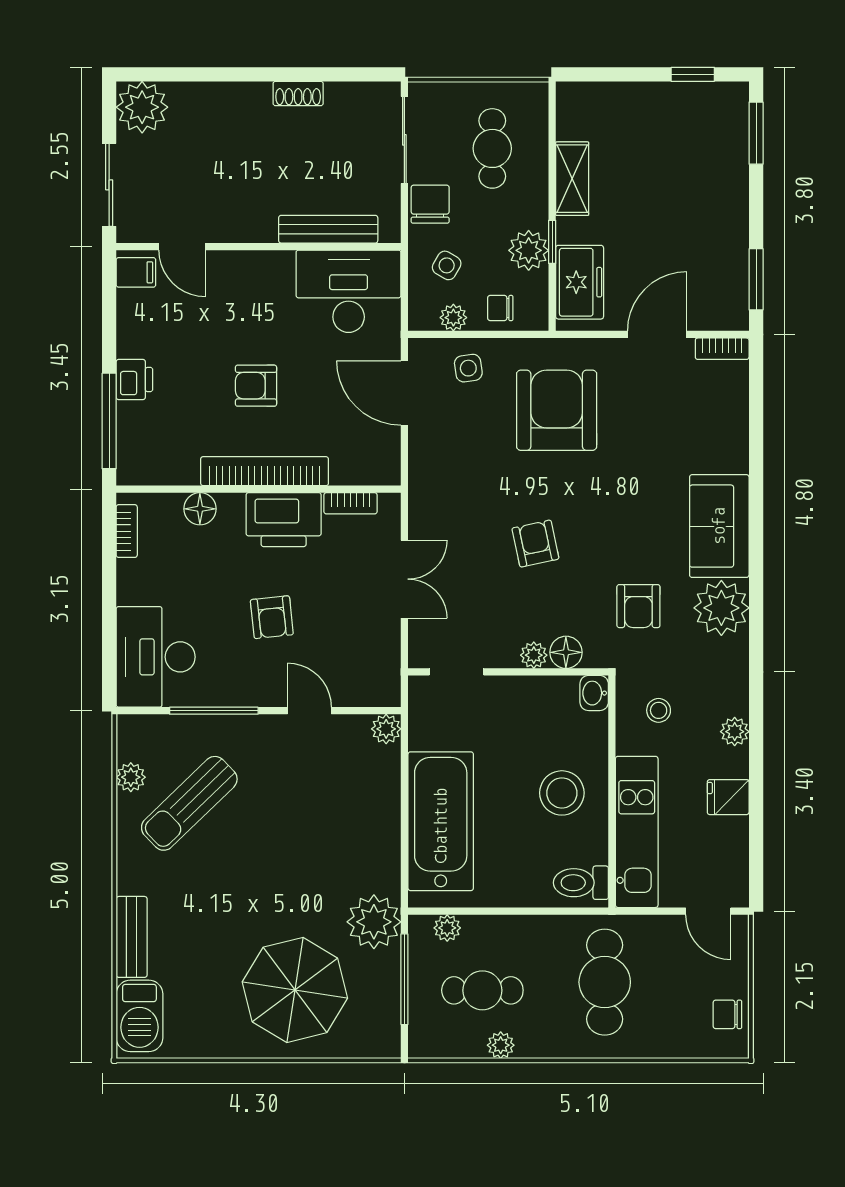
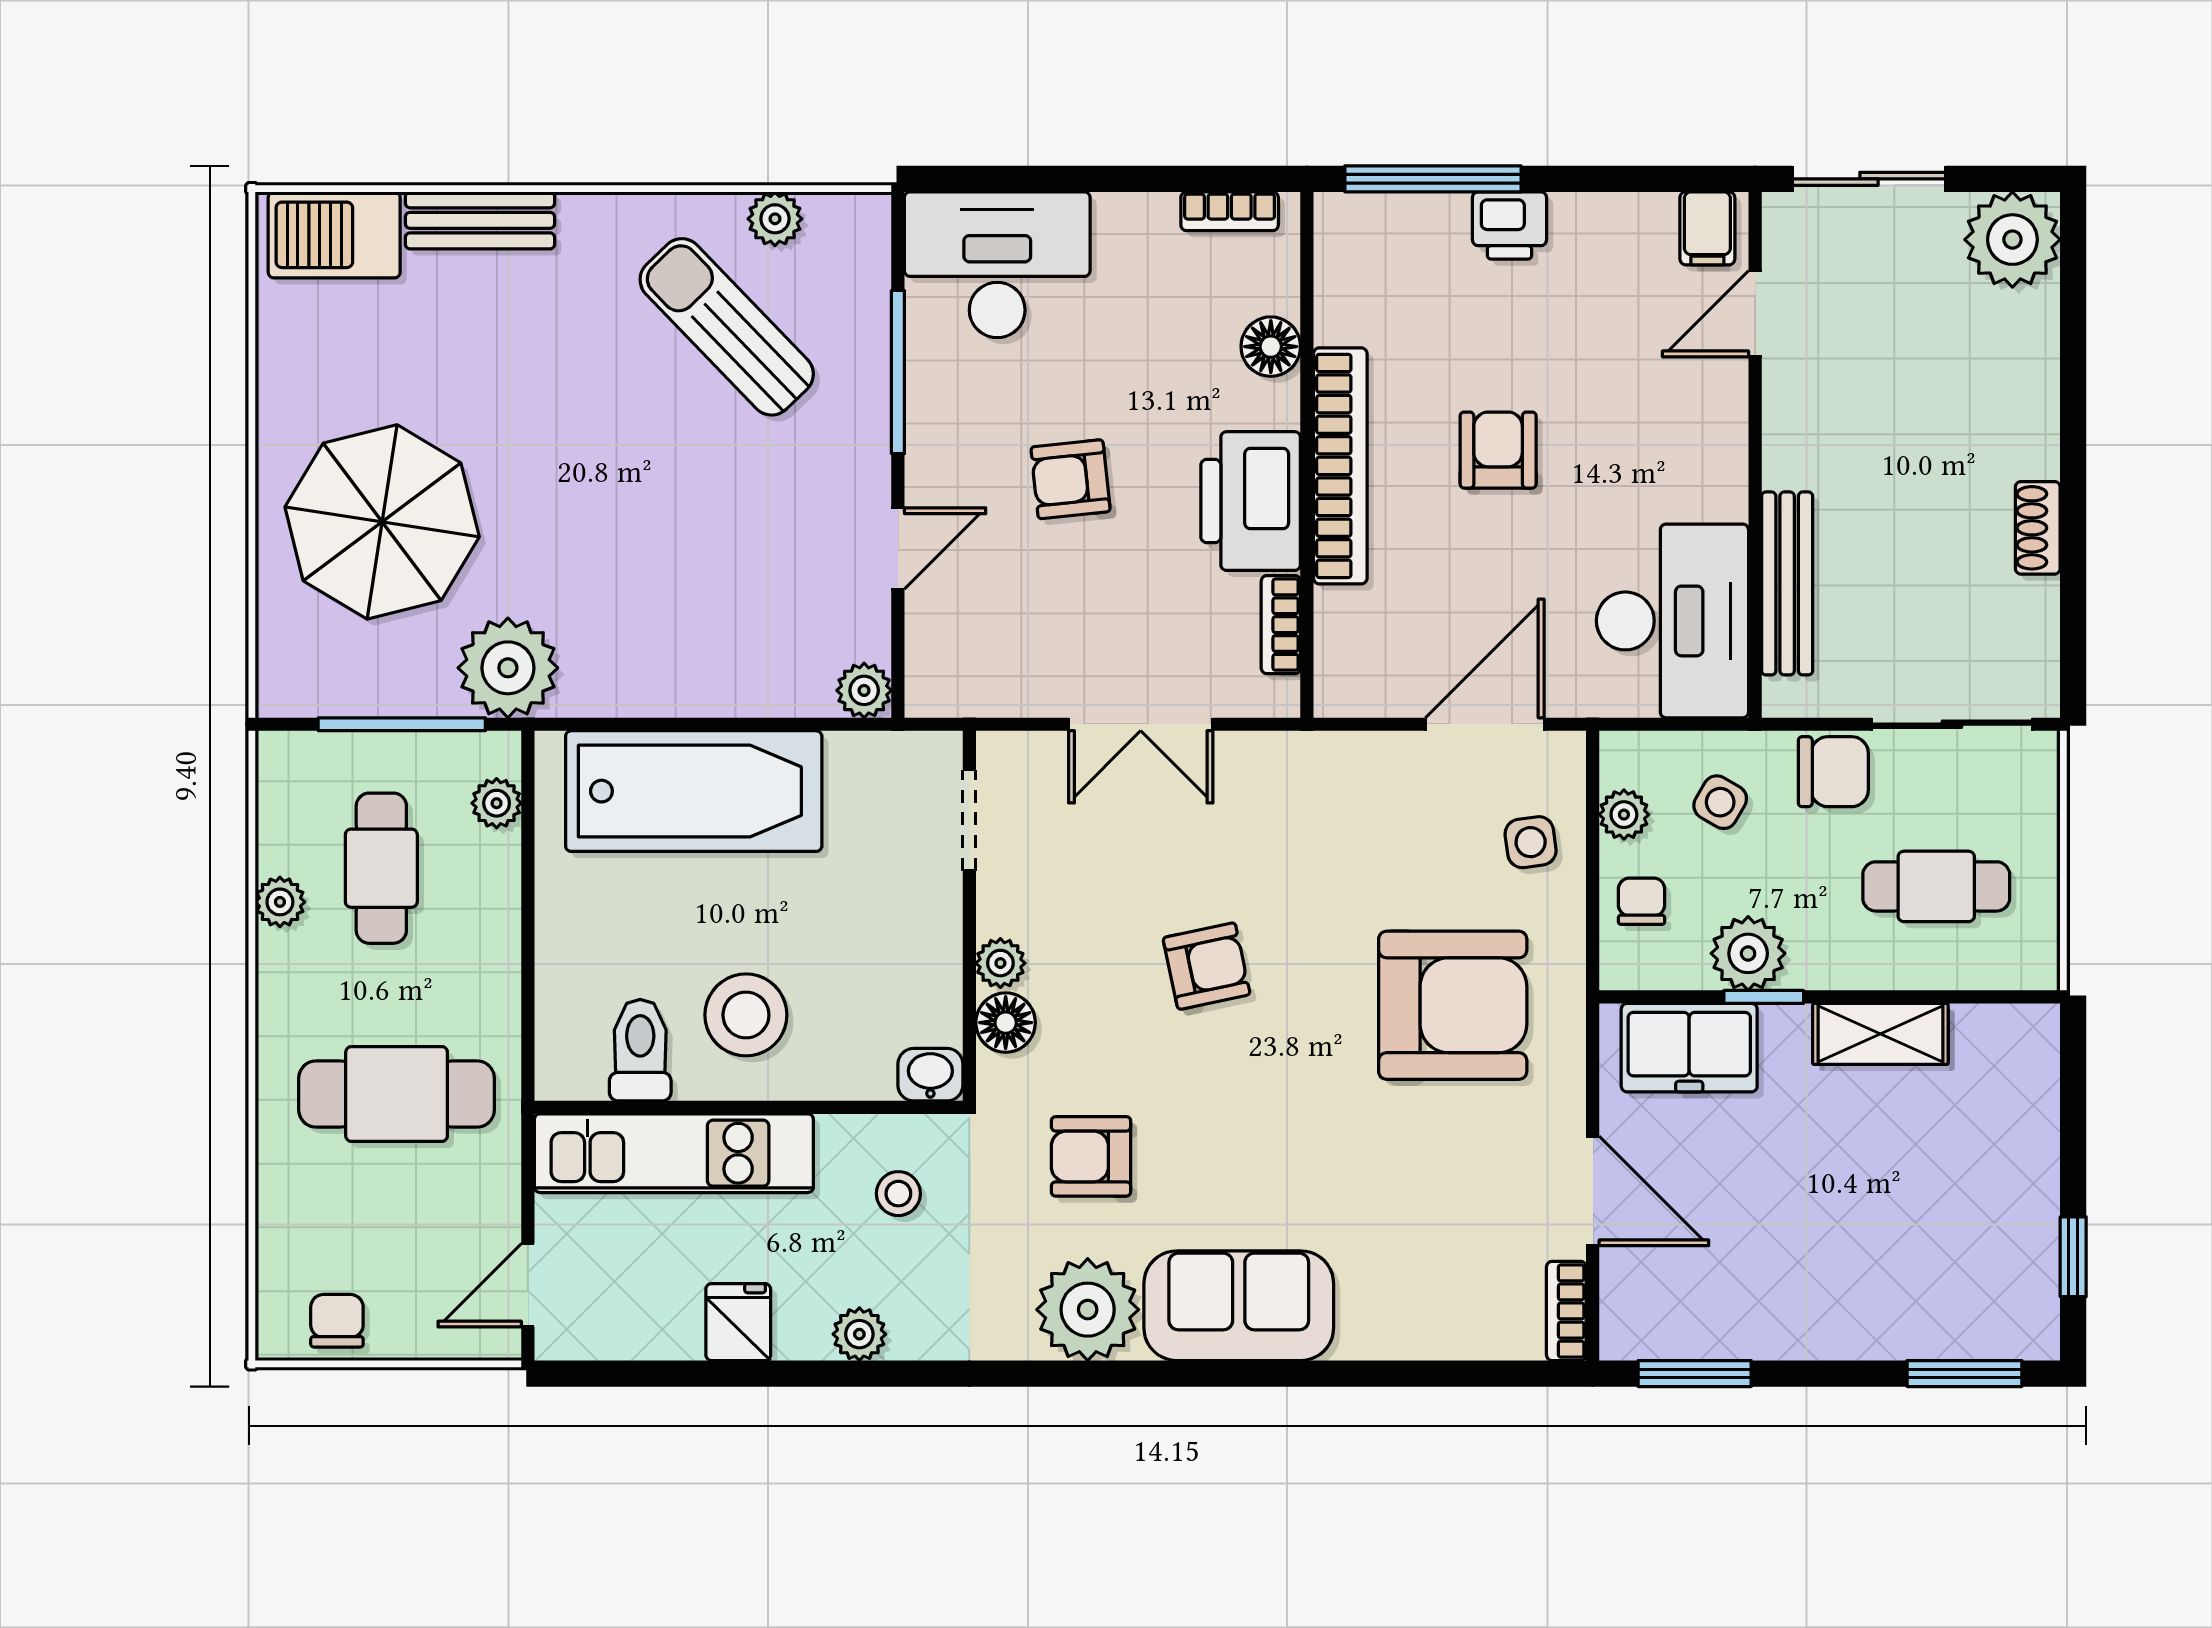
toilet: (581, 883) -> (640, 1050), moved

